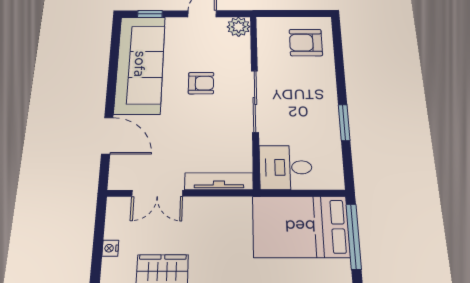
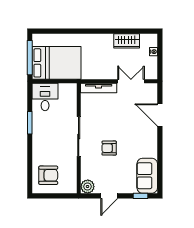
sofa: (140, 64) -> (147, 176), width x0.54, depth x0.79
desk: (286, 167) -> (45, 97), moved, turned -90

